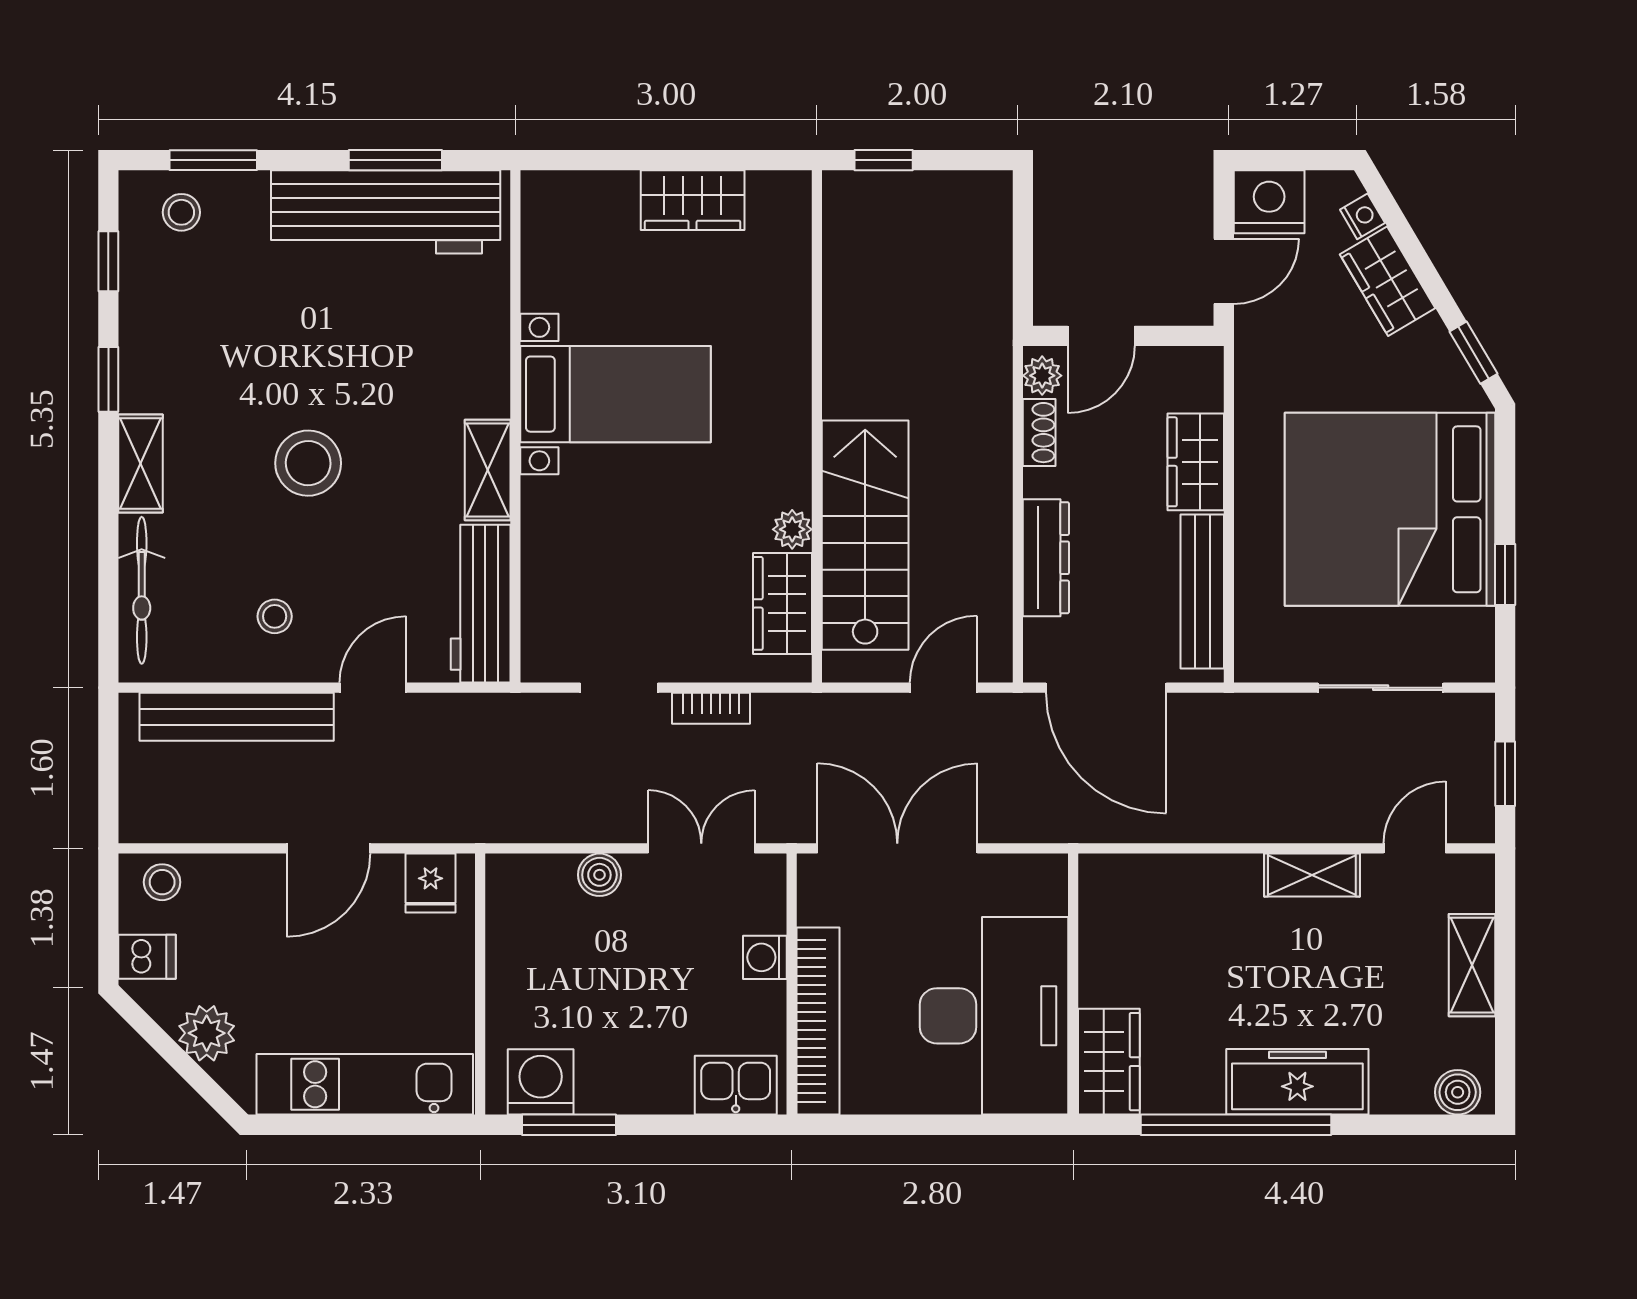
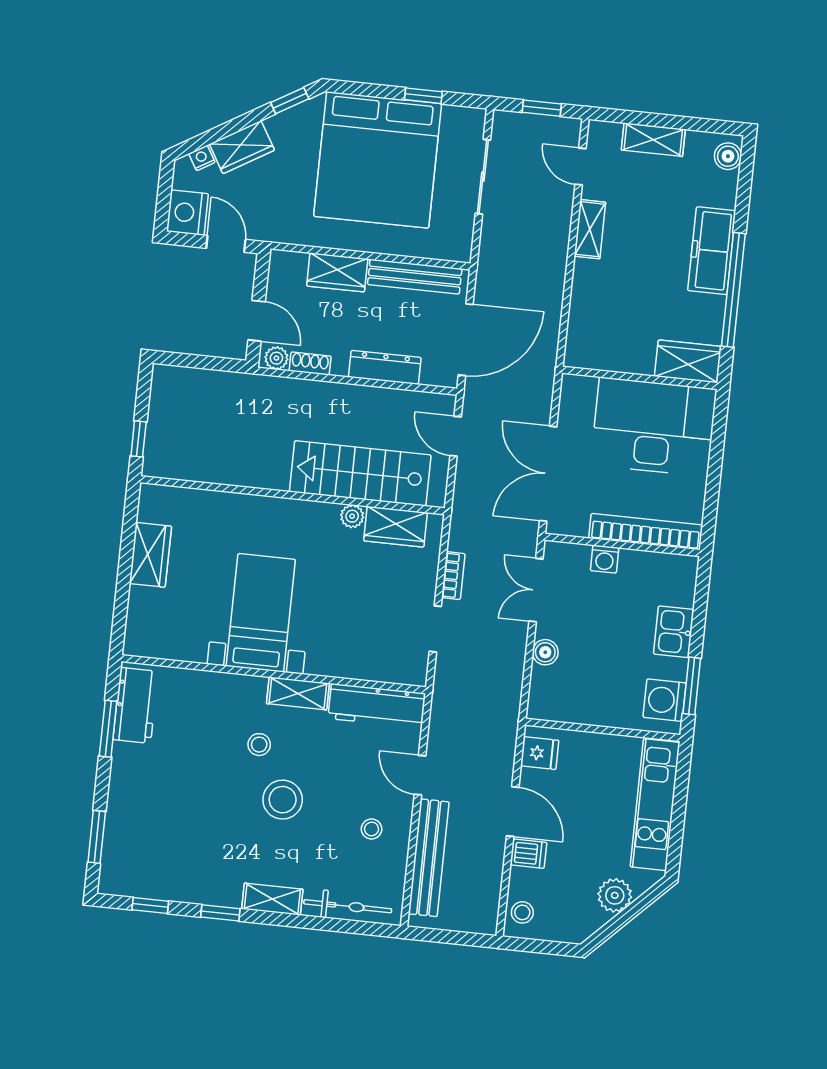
stool: (181, 212) -> (259, 745), moved
workbench: (386, 212) -> (136, 705), width x0.53, depth x0.76
dishwasher: (147, 957) -> (528, 854), moved, turned 90
kitchen sink: (736, 1085) -> (674, 632), moved

